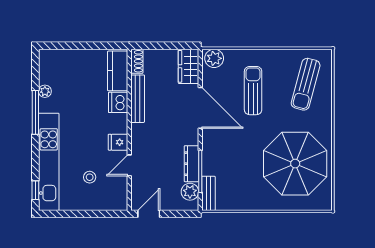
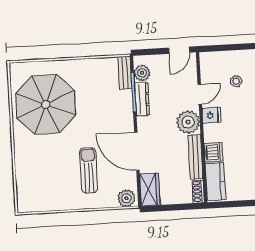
sun lounger: (306, 84) -> (40, 179), removed
sun lounger: (253, 91) -> (89, 170), turned 180
plant: (143, 136) -> (188, 122), added

